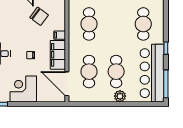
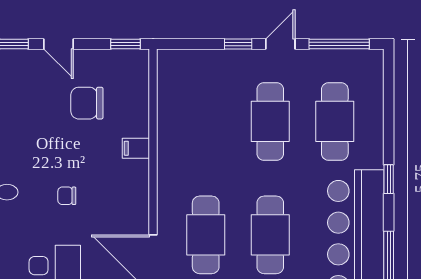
chair: (39, 16) -> (87, 103), turned 143
cafe table: (89, 24) -> (270, 121), moved
filing cabinet: (58, 55) -> (132, 195), removed

